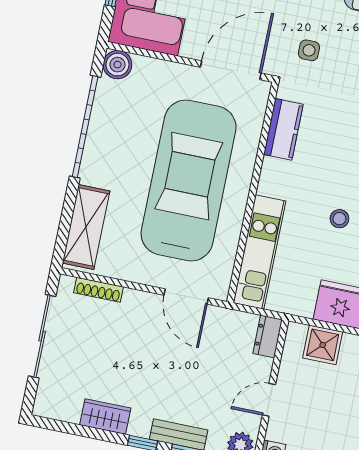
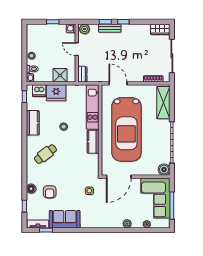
kitchen counter: (283, 129) -> (93, 142), moved
door: (269, 400) -> (77, 49), swing flipped
wardrobe: (105, 416) -> (160, 29), moved

